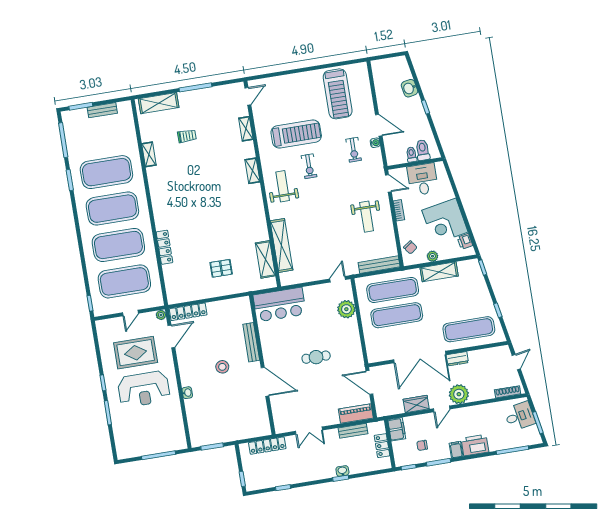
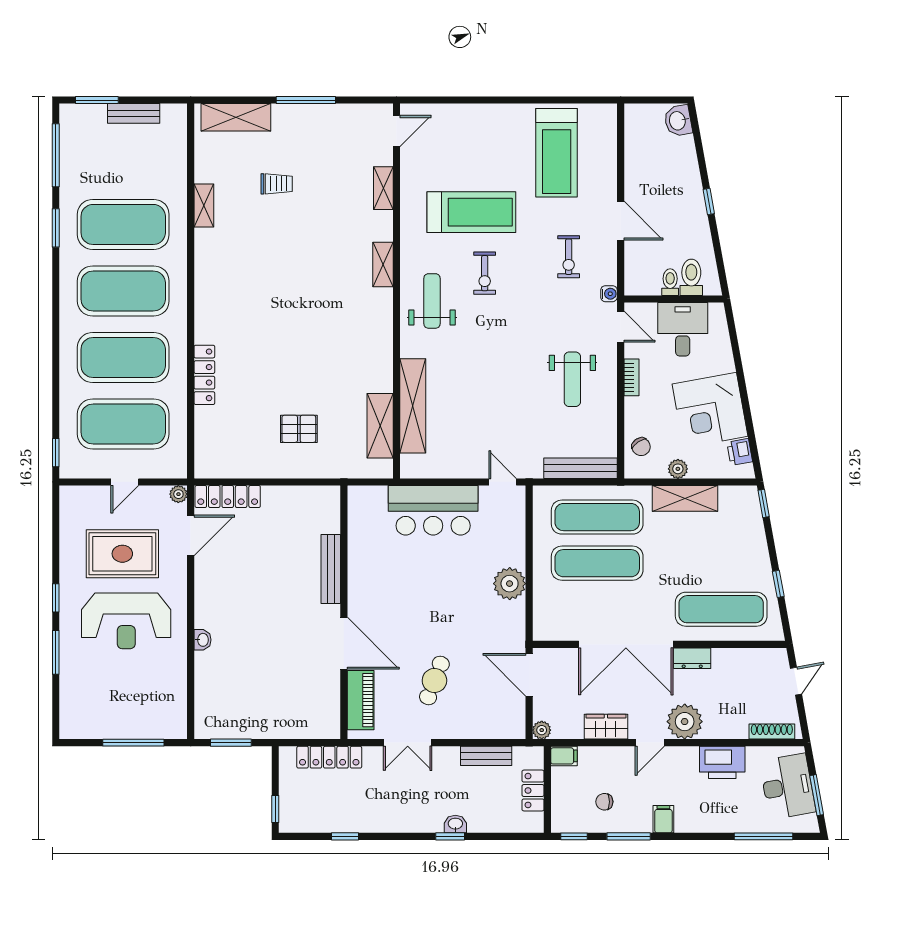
washbasin: (409, 88) -> (678, 121), moved
water cooler: (375, 143) -> (609, 294), moved
door: (338, 279) -> (503, 482), hinge flipped
bar counter: (280, 305) -> (433, 510), moved
plant: (346, 309) -> (510, 584), moved
cafe table: (316, 357) -> (434, 680), moved, turned -69
stool: (222, 367) -> (272, 604), removed
plant: (381, 412) -> (542, 730), added
piano: (356, 414) -> (361, 700), moved, turned 90
desk: (520, 416) -> (788, 786), width x1.37
filing cabinet: (397, 429) -> (564, 756), width x0.50
printer: (475, 445) -> (722, 762), moved, turned 180

